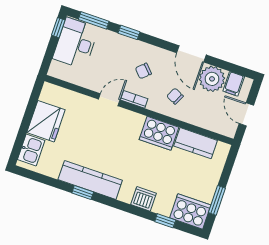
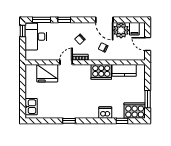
fridge: (46, 121) -> (47, 73), moved, turned 90
kitchen counter: (90, 180) -> (71, 112), removed

